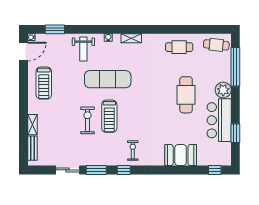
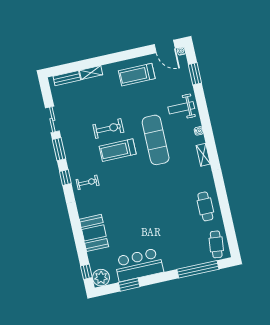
plant: (223, 90) -> (101, 278), moved
cafe table: (186, 95) -> (158, 225), removed

